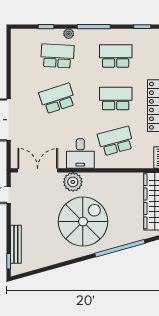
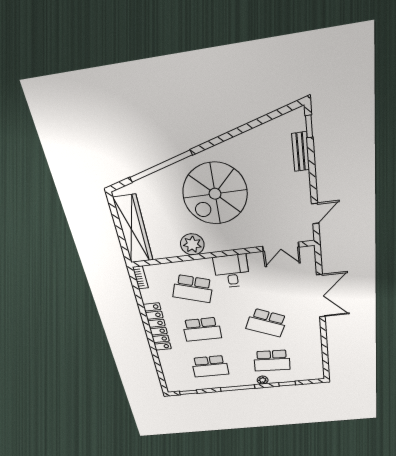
school desk: (57, 98) -> (267, 323), turned 42
school desk: (116, 141) -> (193, 289), turned 33
double door: (38, 170) -> (281, 247), width x0.73
plant: (73, 182) -> (192, 244), moved
bench: (16, 244) -> (301, 152), width x0.73

